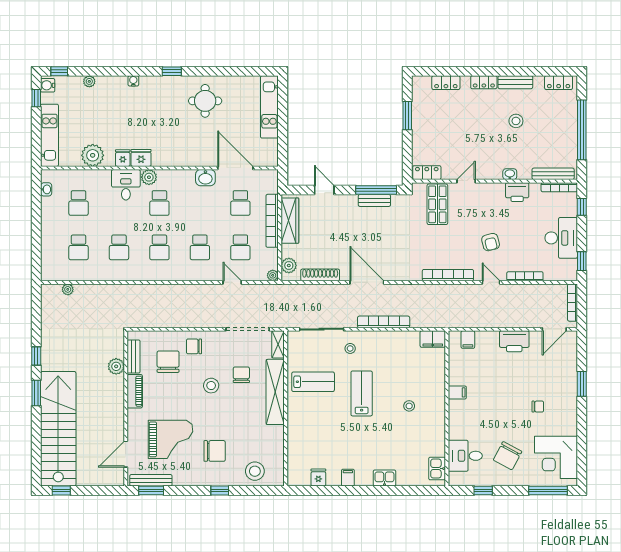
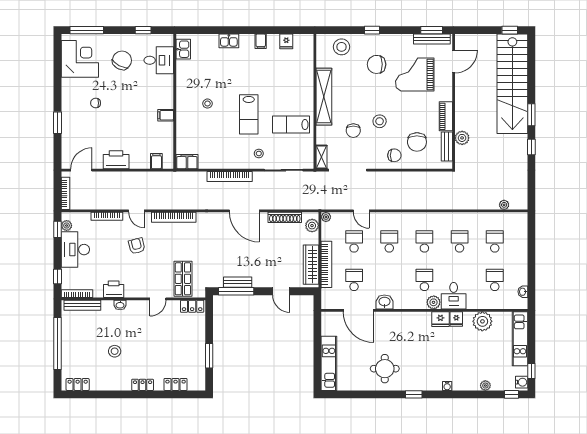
bench: (515, 82) -> (115, 385), removed
plant: (571, 266) -> (67, 226), added
shelving: (275, 392) -> (324, 97), moved

